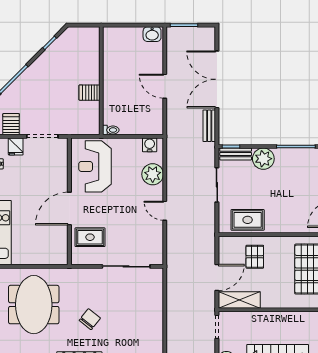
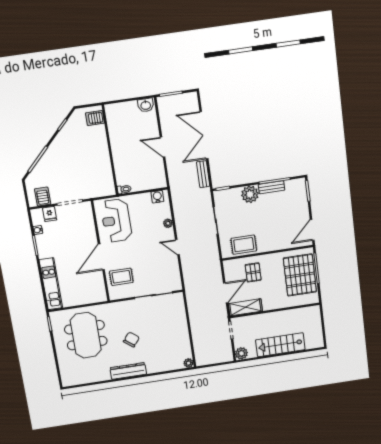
server rack: (89, 93) -> (95, 118), moved
bench: (236, 154) -> (272, 187), moved
plant: (153, 174) -> (168, 223), width x0.53, depth x0.53

